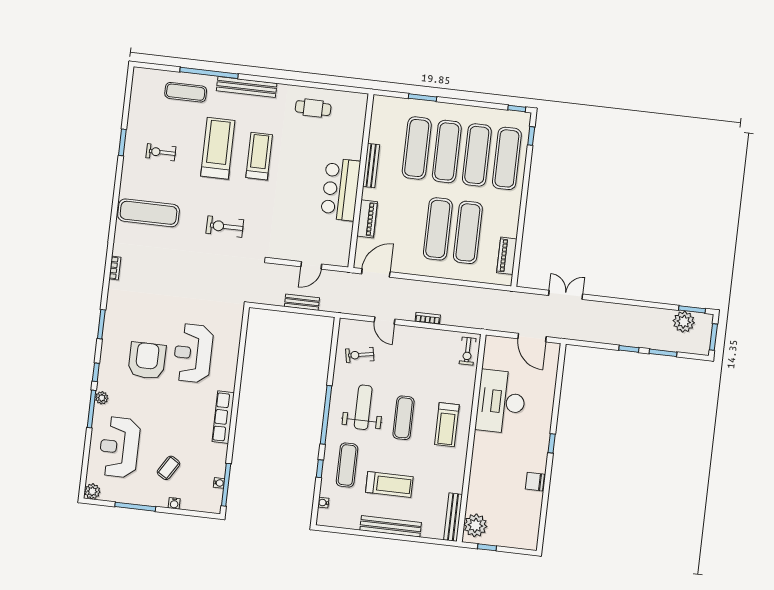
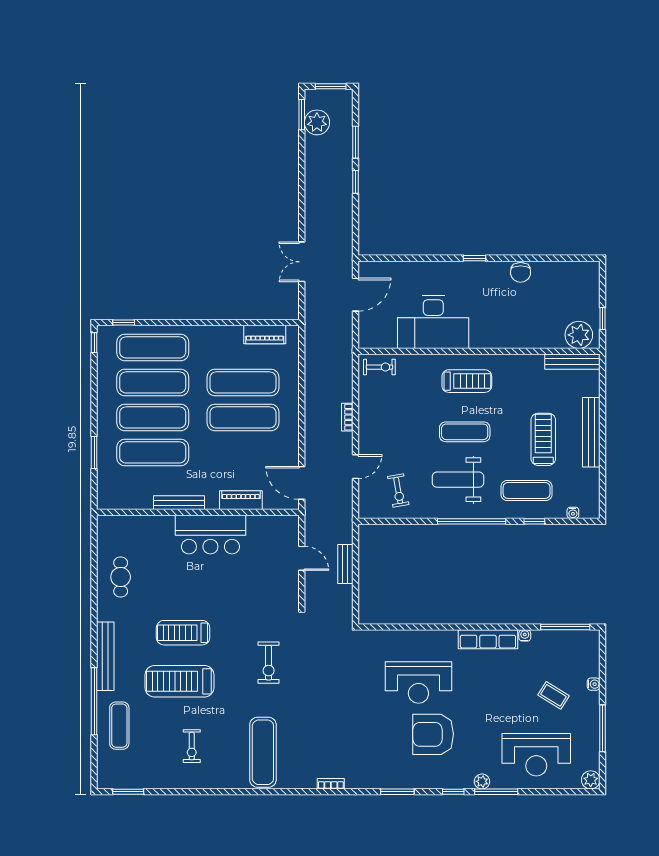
window: (122, 142) -> (128, 792), moved
water cooler: (219, 483) -> (525, 635), moved

